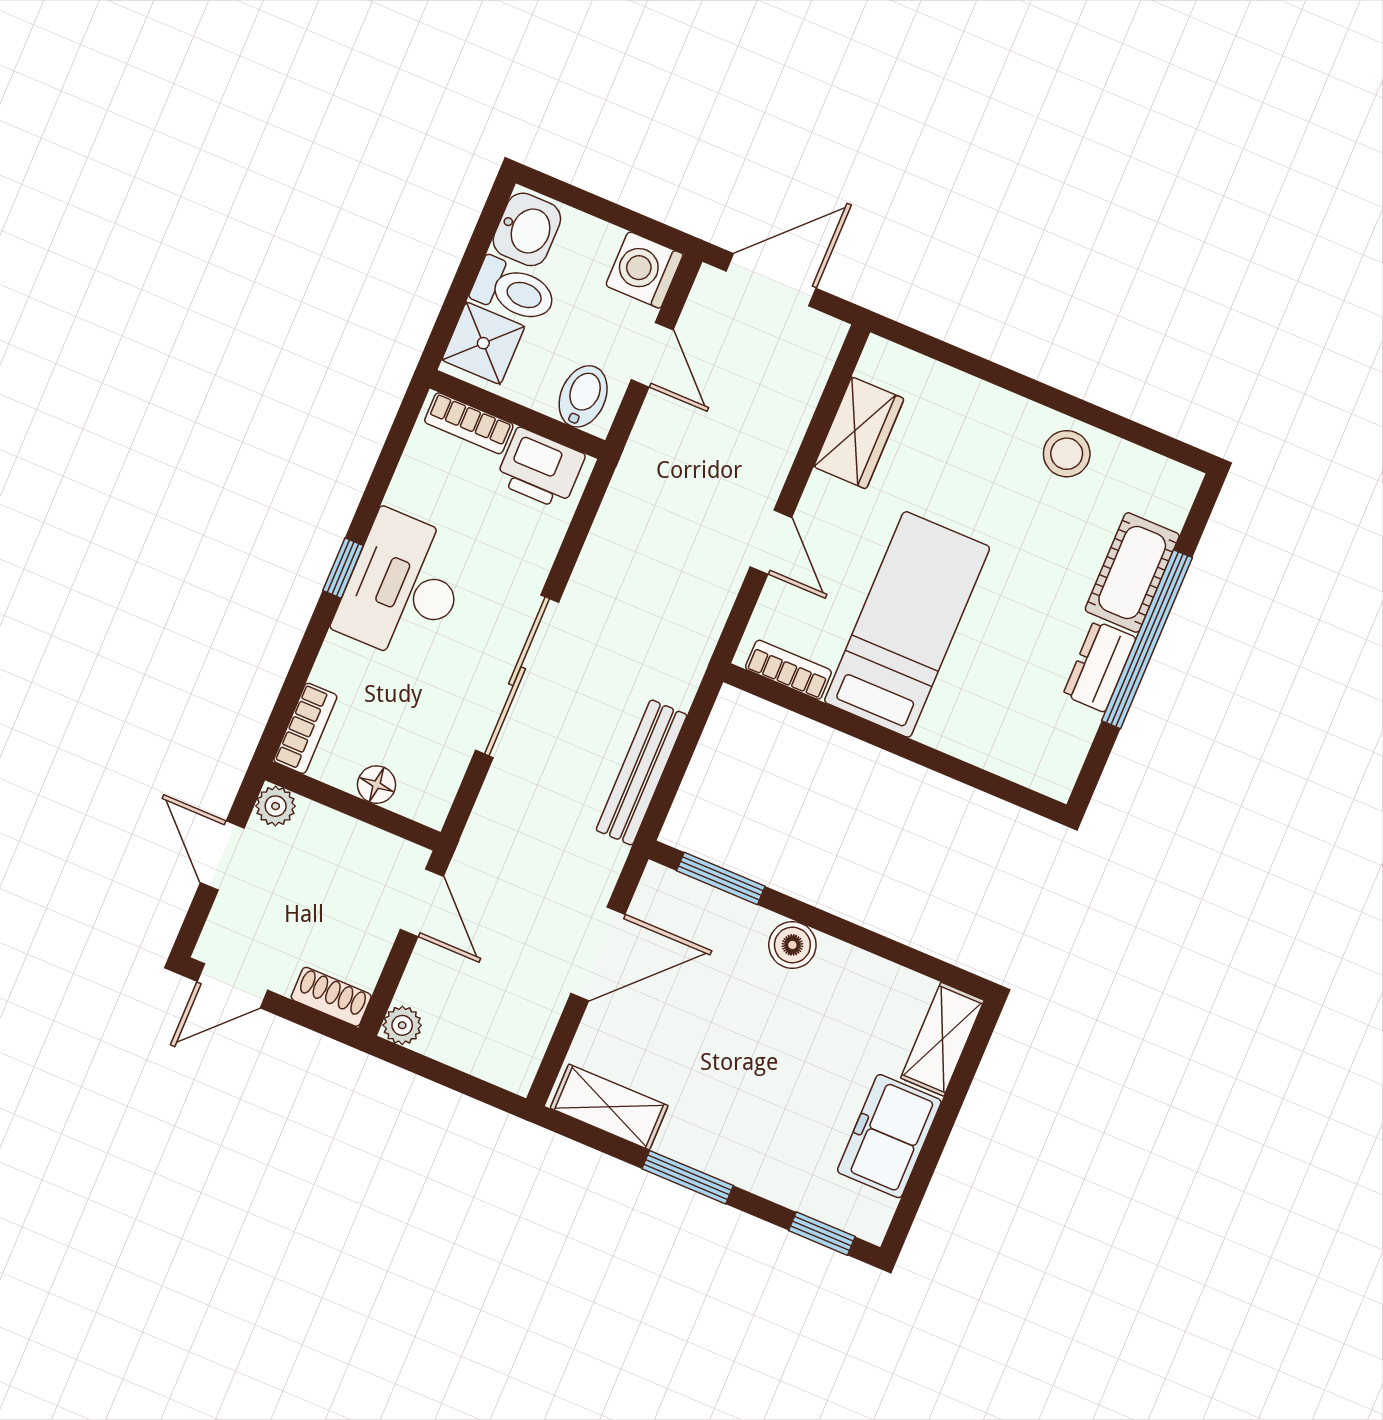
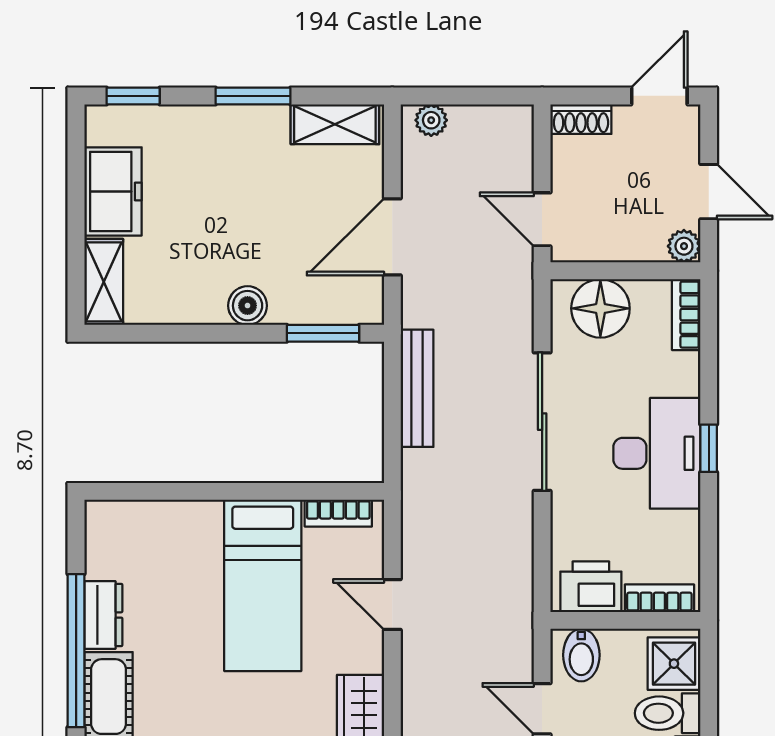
floor lamp: (377, 785) -> (600, 308), width x1.89, depth x1.89
plant: (402, 1025) -> (431, 120), moved

